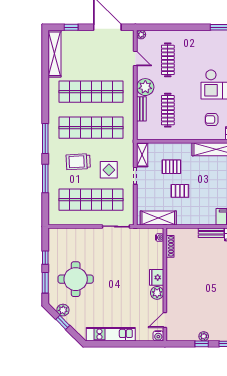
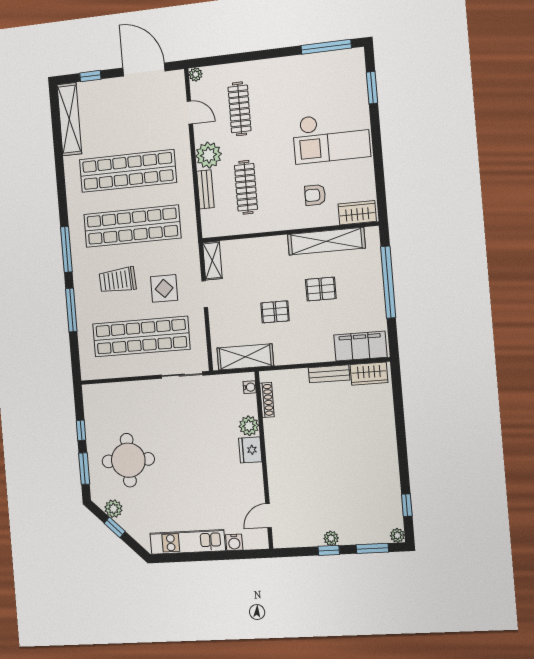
pallet: (171, 167) -> (321, 289), moved
plant: (157, 293) -> (249, 426), moved
water cooler: (158, 336) -> (234, 542), moved

